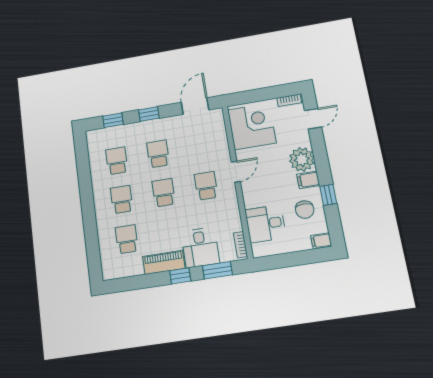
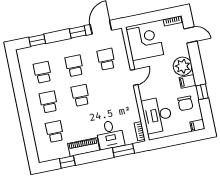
window: (149, 114) -> (78, 32), moved
door: (313, 119) -> (190, 35), hinge flipped
school desk: (206, 186) -> (106, 59), moved
desk: (265, 224) -> (157, 115), width x1.37
window: (180, 276) -> (67, 162), moved

